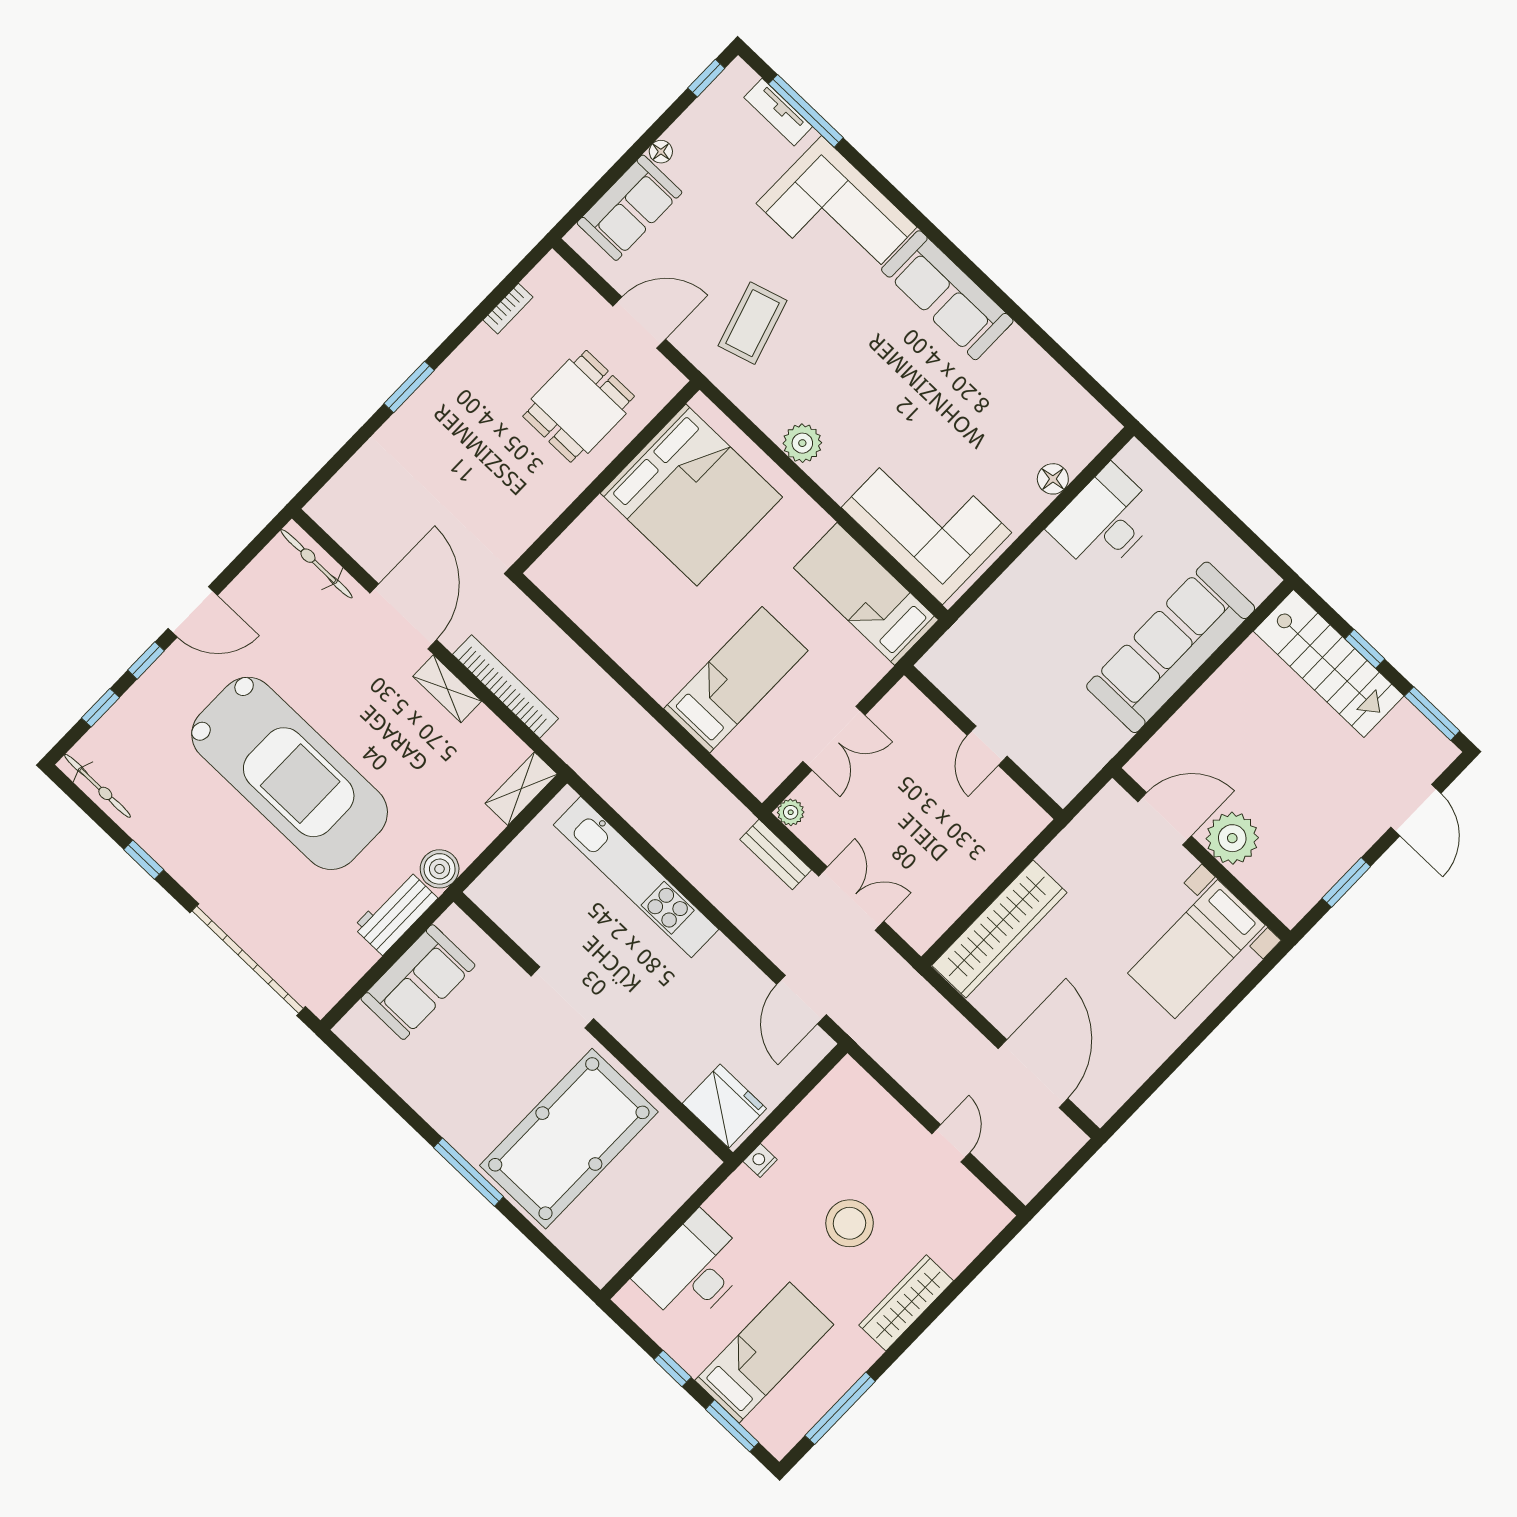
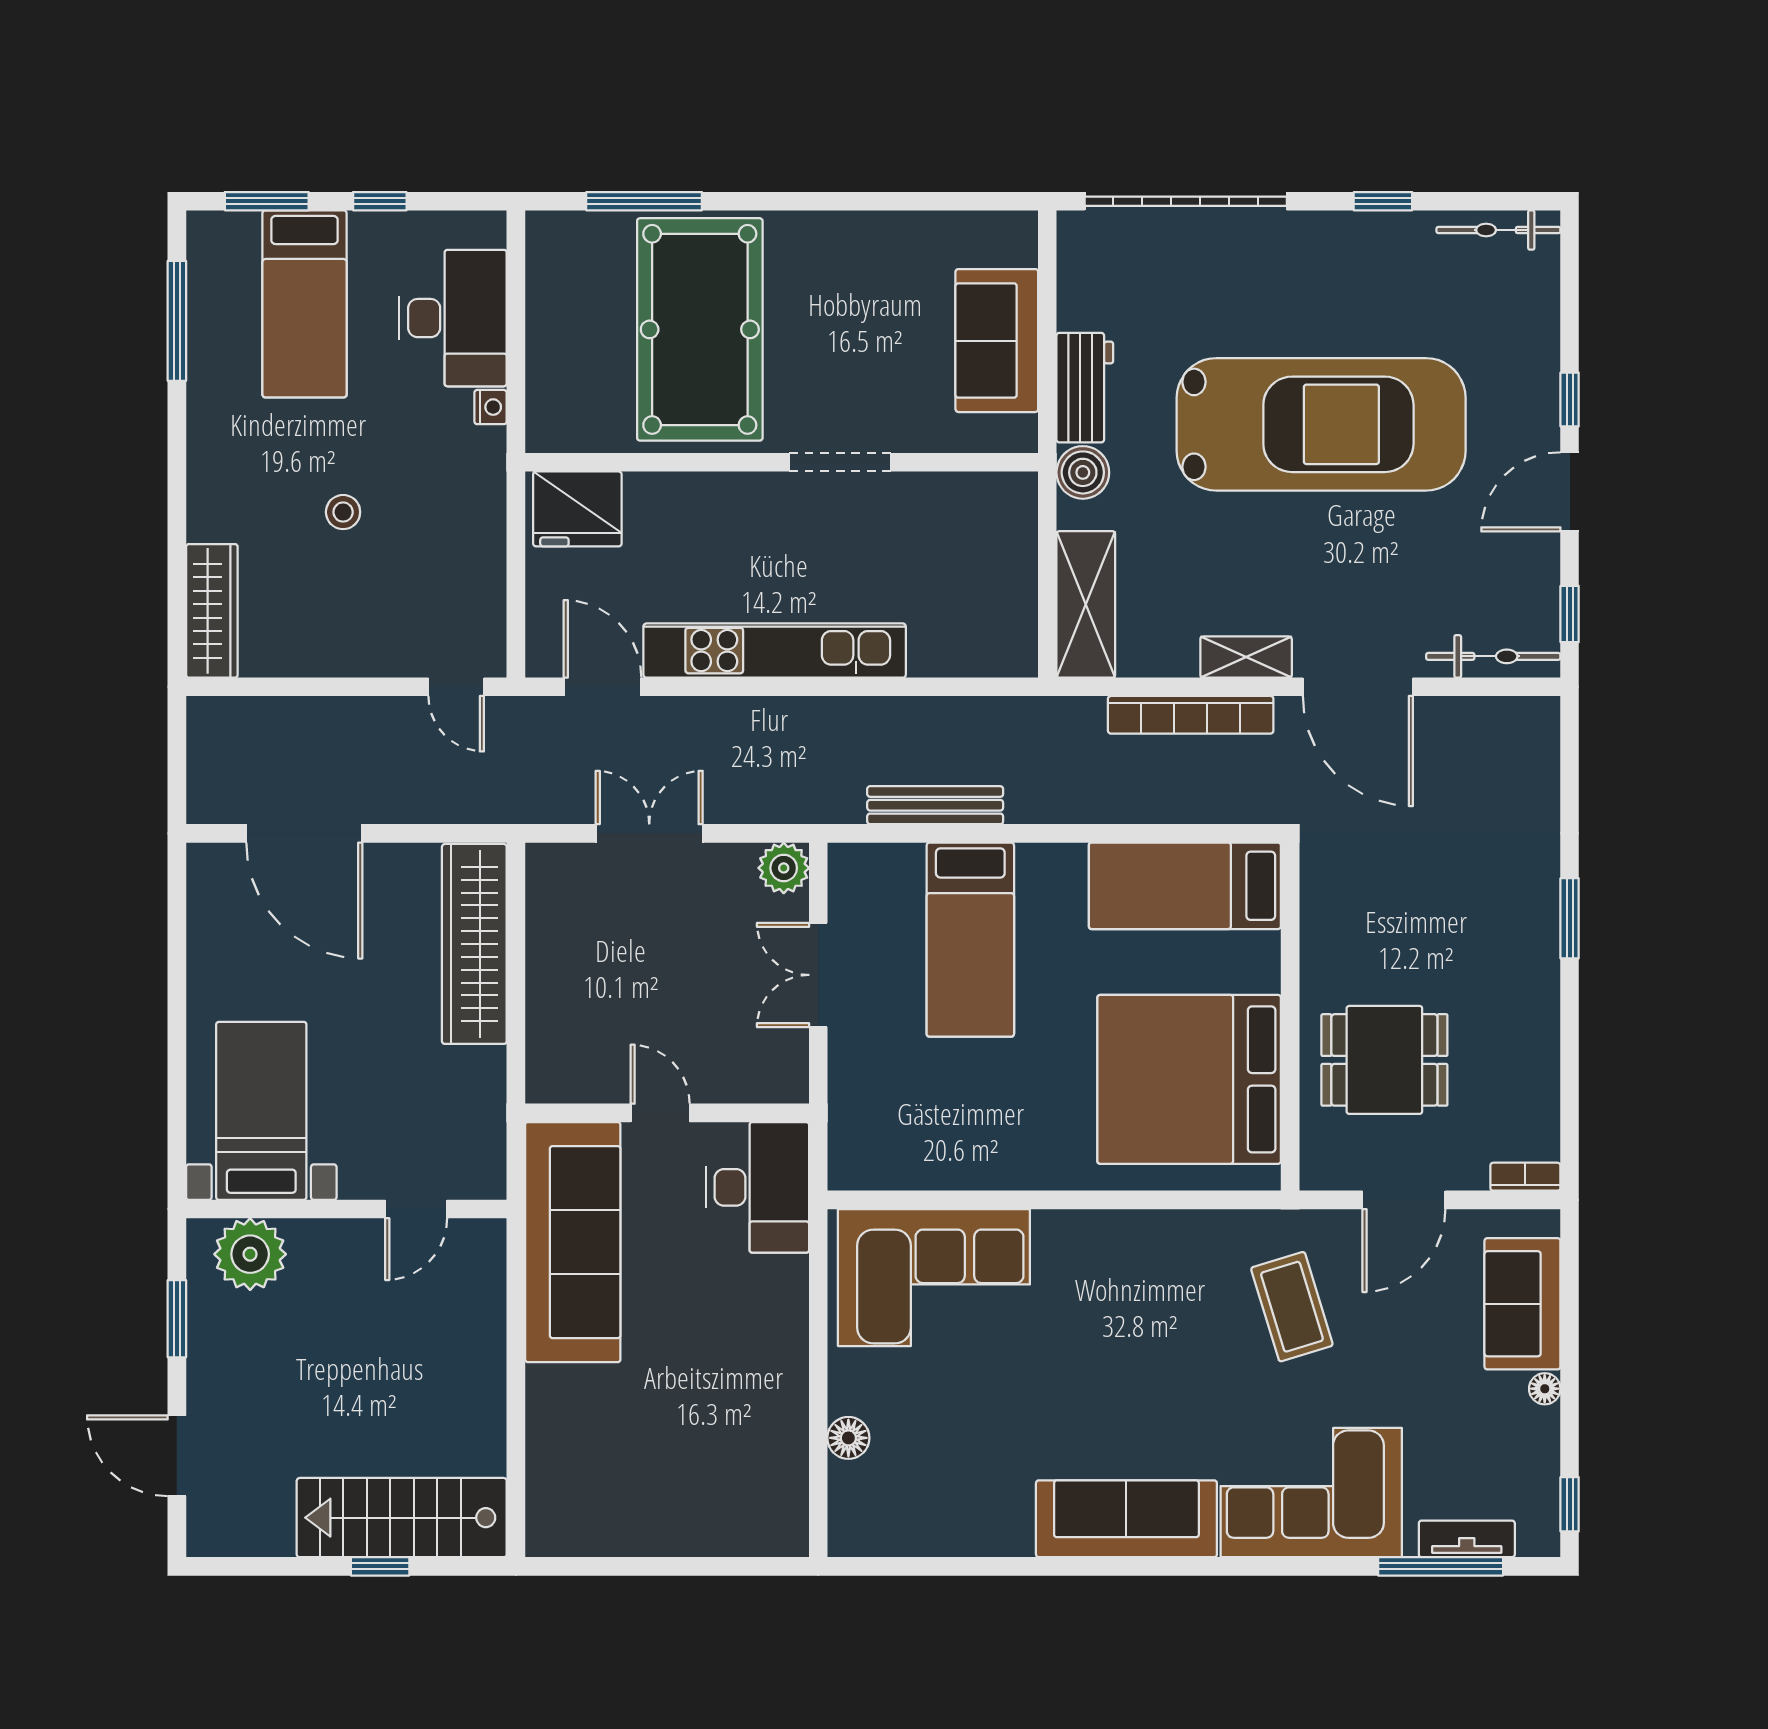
bookcase: (508, 309) -> (1525, 1177), moved, turned 90
dining table: (579, 406) -> (1384, 1060), turned 90
plant: (802, 443) -> (1129, 1236), removed
desk: (1105, 521) -> (758, 1187), moved
bed: (866, 594) -> (1185, 886), moved, turned 180
sofa: (1171, 647) -> (573, 1242), moved
window: (100, 708) -> (1570, 614), moved
window: (1432, 714) -> (252, 1566), removed
car: (290, 773) -> (1321, 424), turned 180
shelving: (521, 789) -> (1086, 604), width x1.50, depth x1.33
plant: (791, 812) -> (784, 868), width x1.38, depth x1.38
door: (1165, 819) -> (416, 1209), width x0.73
plant: (1232, 838) -> (250, 1254), moved
bench: (776, 855) -> (935, 805), moved, width x1.36
kitchen unit: (636, 877) -> (775, 651), moved
double door: (851, 899) -> (649, 833), swing flipped
door: (951, 1143) -> (456, 687), moved
nightstand: (760, 1161) -> (491, 407), moved
window: (469, 1172) -> (644, 201), moved
stool: (850, 1223) -> (343, 512), width x0.53, depth x0.53
wardrobe: (906, 1303) -> (212, 611), moved

